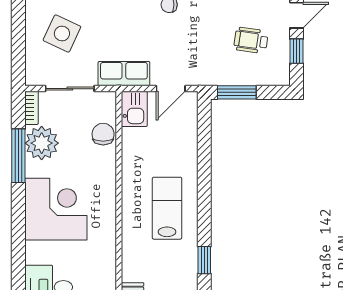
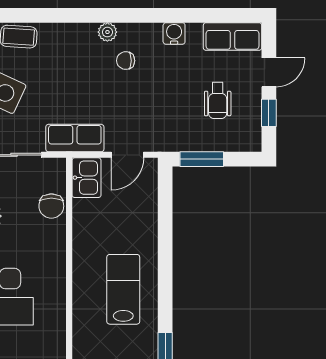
wheelchair: (251, 40) -> (218, 101), turned -98
chair: (103, 134) -> (51, 206), turned 180

